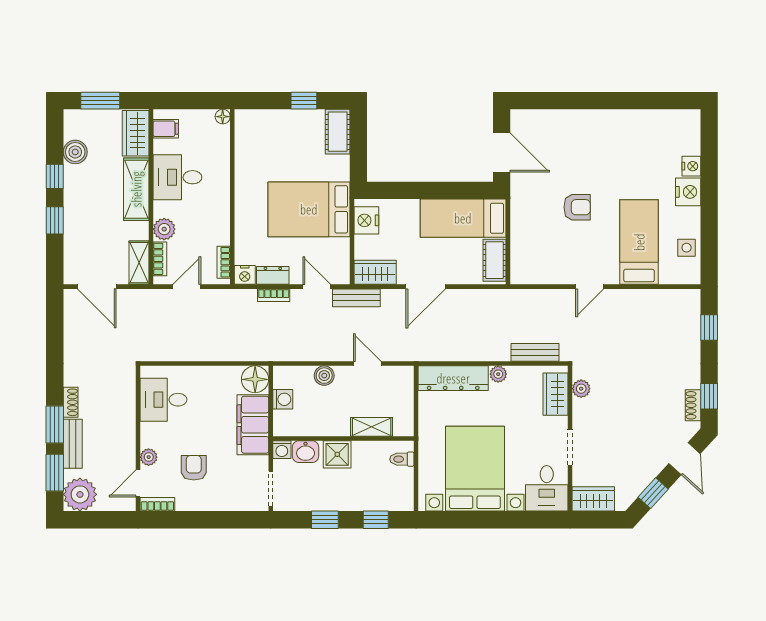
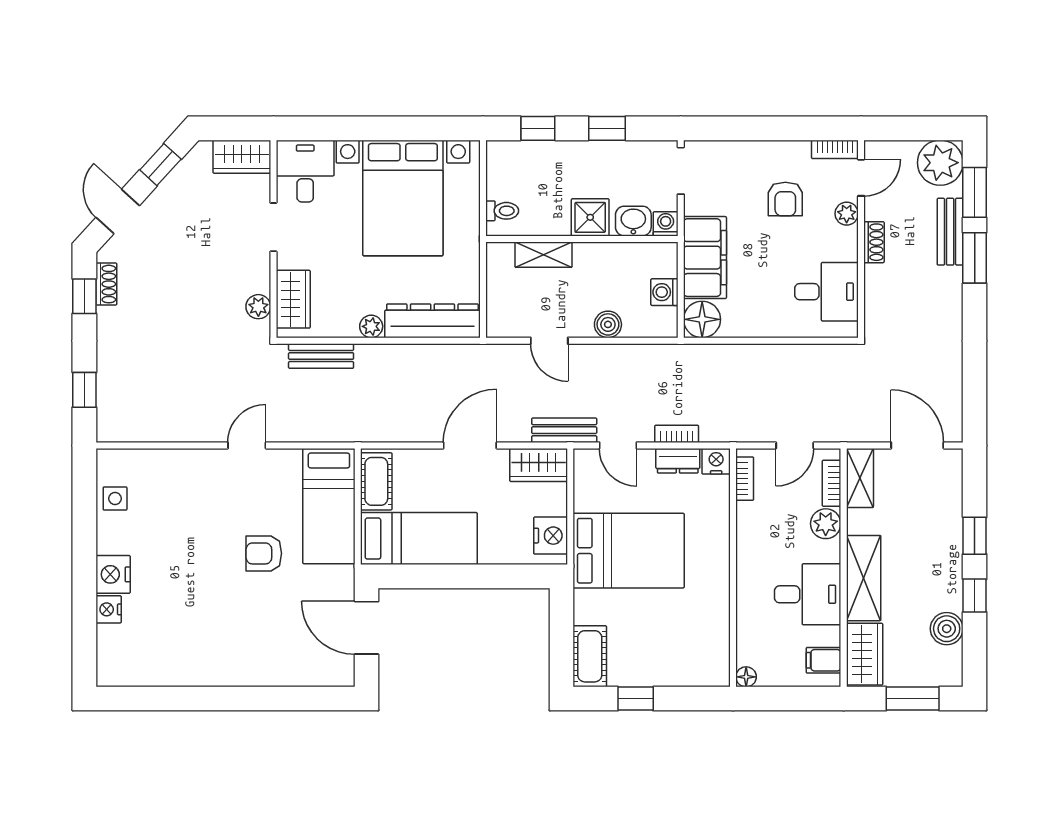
bed: (639, 242) -> (329, 506), moved
shoe rack: (71, 402) -> (874, 242), moved, turned 180

